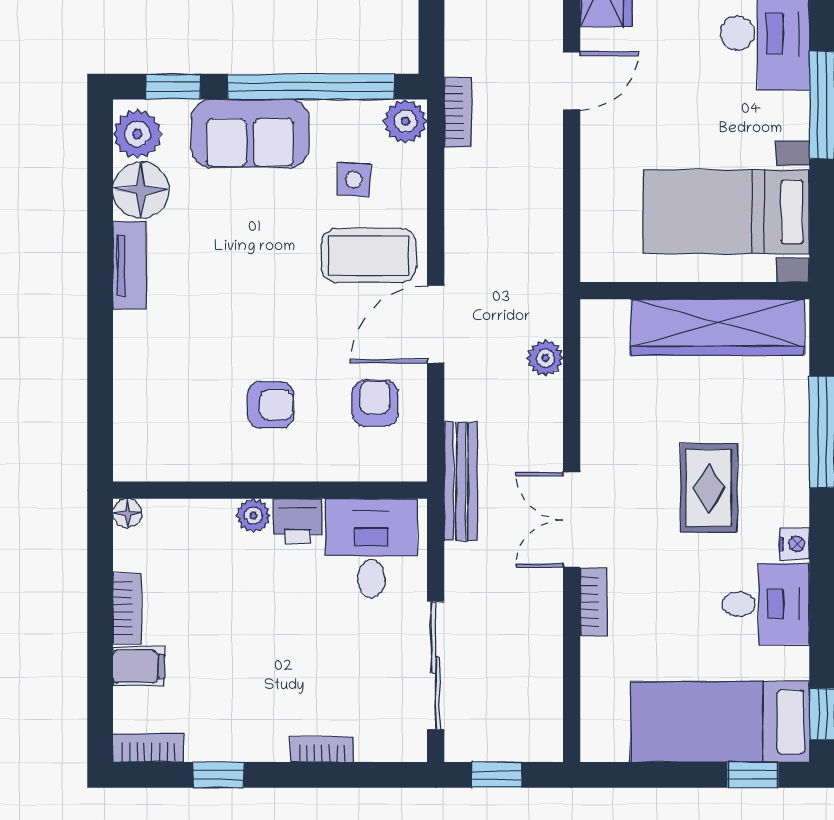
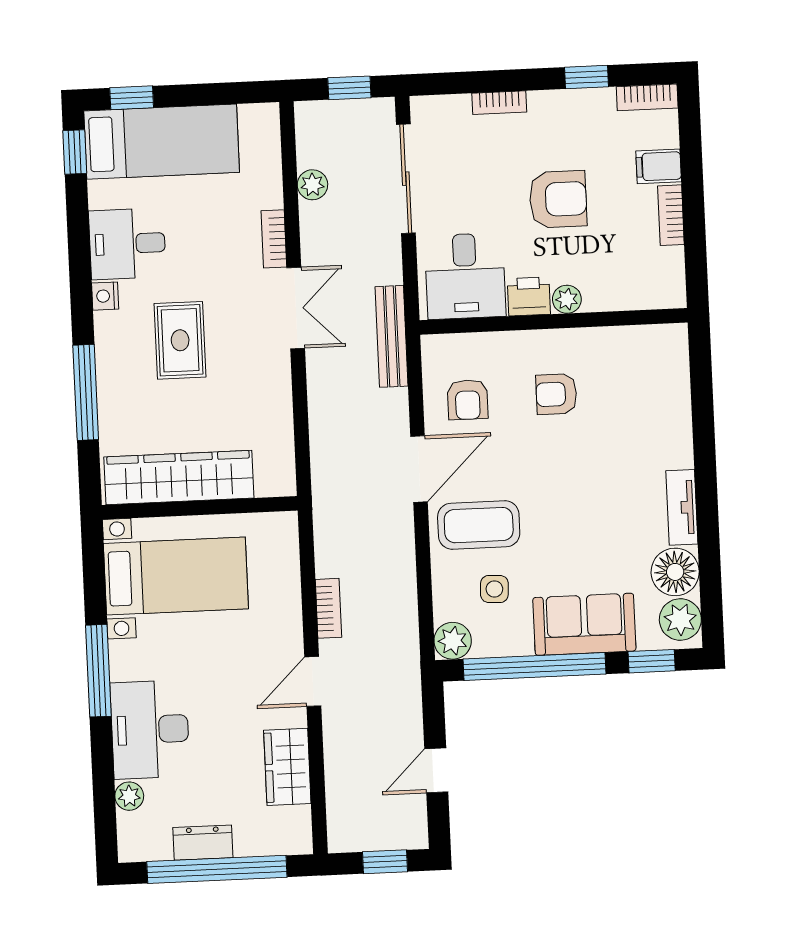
bookcase: (458, 112) -> (328, 608), moved, turned 180
plant: (545, 358) -> (312, 185), moved
floor lamp: (127, 513) -> (674, 296), removed
armchair: (258, 633) -> (558, 199), added

